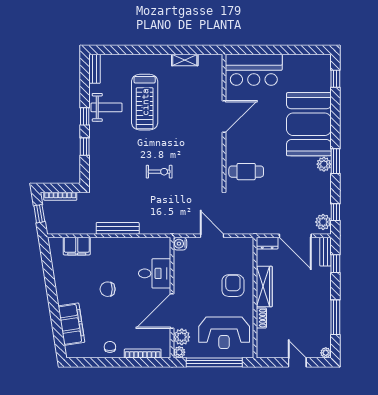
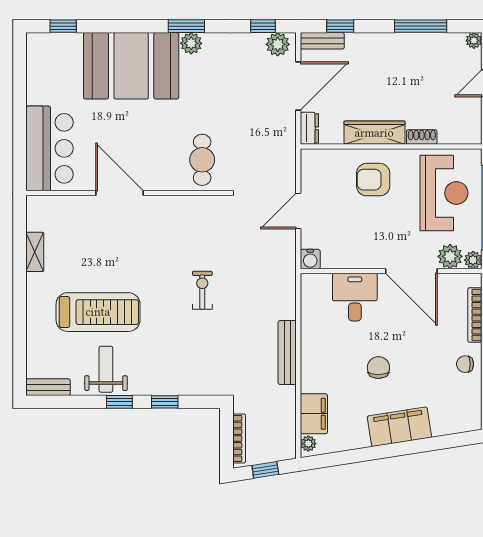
plant: (57, 242) -> (308, 444), added
chair: (108, 289) -> (378, 368), turned 180
filing cabinet: (71, 324) -> (399, 427), moved

